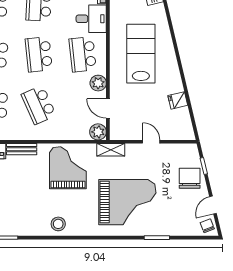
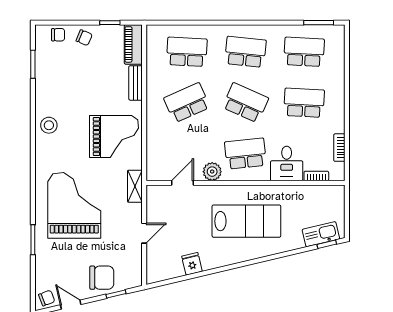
school desk: (39, 54) -> (245, 103), turned 30
plant: (98, 132) -> (156, 171), removed
grand piano: (127, 202) -> (74, 205), turned 180

